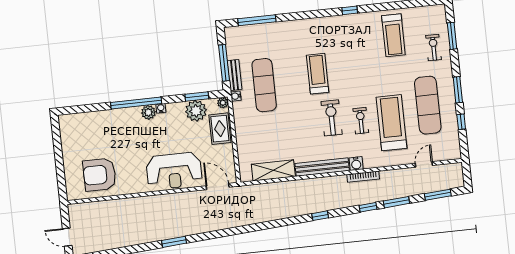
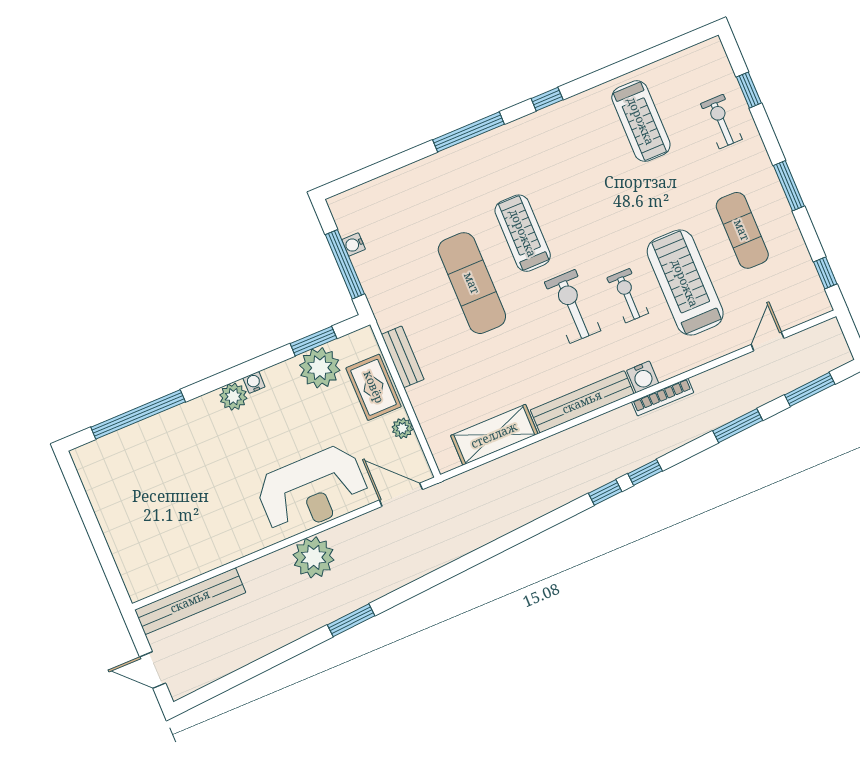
window: (257, 20) -> (468, 132), moved
window: (452, 36) -> (749, 90), width x0.67
bench: (235, 75) -> (403, 357), moved
exercise mat: (264, 85) -> (472, 283), moved
water cooler: (236, 96) -> (354, 244), moved
window: (136, 103) -> (138, 414), moved
plant: (223, 103) -> (402, 428), moved
exercise mat: (428, 105) -> (742, 230), width x0.73, depth x0.69
window: (461, 122) -> (825, 273), moved
armchair: (100, 175) -> (178, 538), removed
plant: (165, 205) -> (314, 557), added
window: (368, 207) -> (645, 472), moved
bench: (96, 208) -> (190, 601), added

